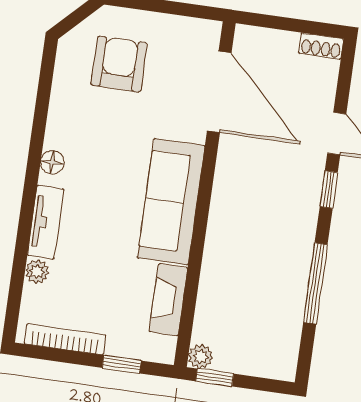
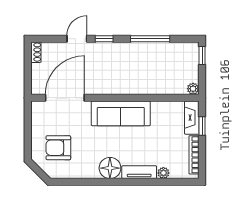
floor lamp: (52, 162) -> (110, 168), width x1.89, depth x1.89
fireplace: (168, 300) -> (192, 118), moved, turned 90
window: (215, 377) -> (202, 56), moved

